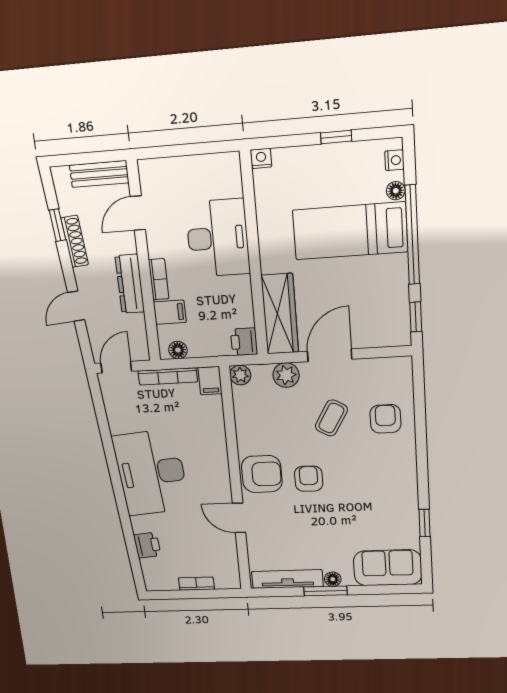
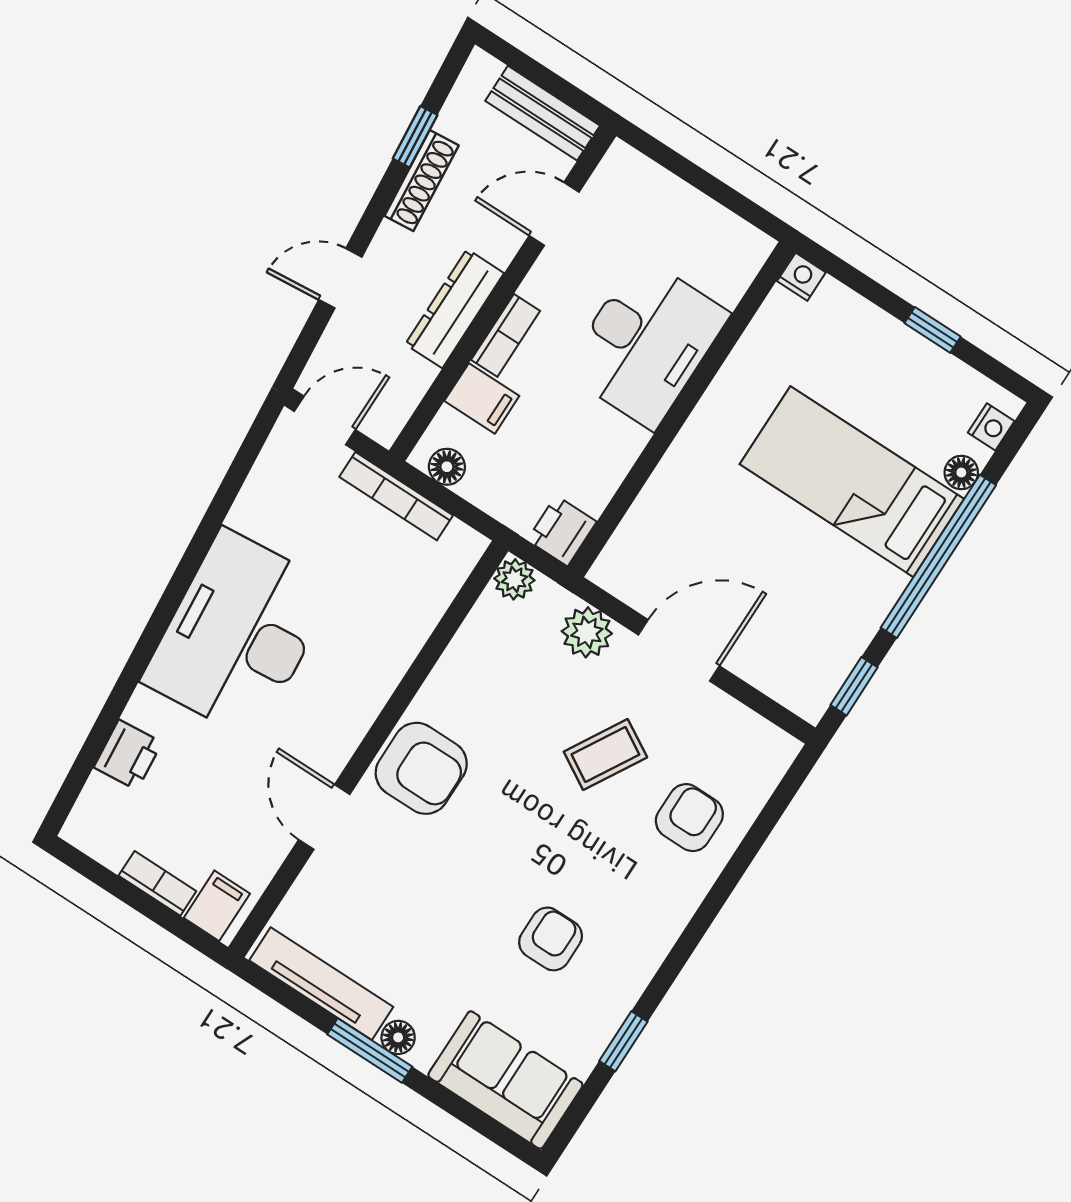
wardrobe: (280, 314) -> (651, 528), removed
filing cabinet: (210, 381) -> (217, 906), moved, turned 180
armchair: (309, 479) -> (551, 939), moved

